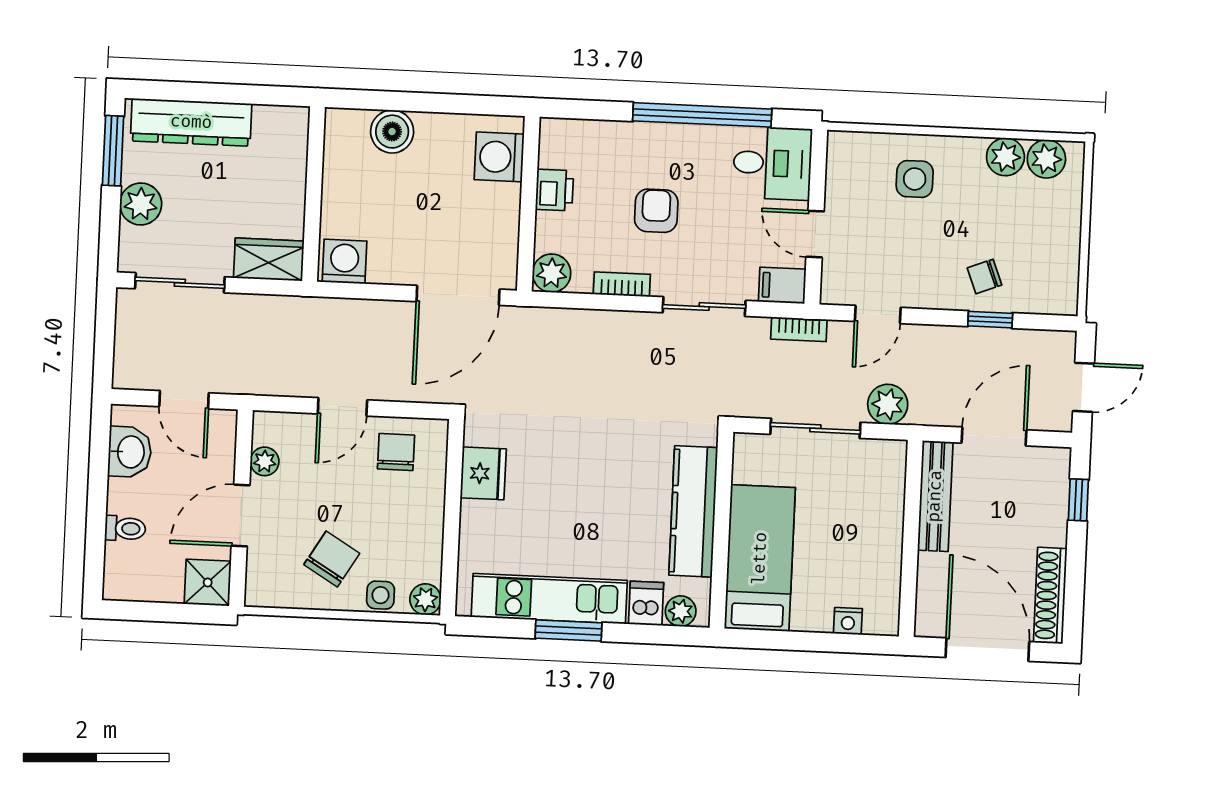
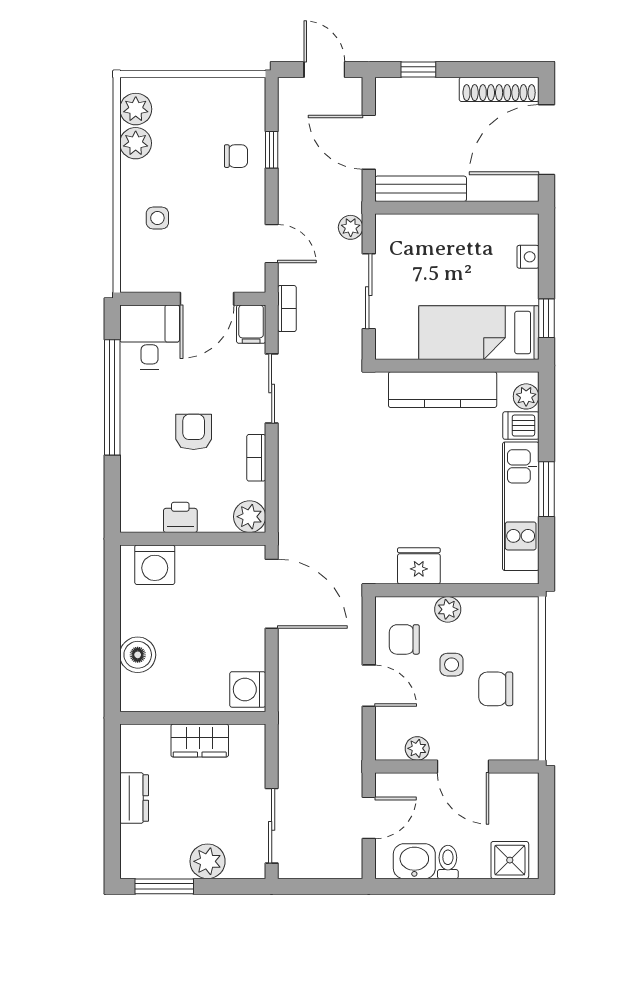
dresser: (191, 122) -> (134, 798), width x0.51, depth x0.80
side table: (915, 179) -> (157, 218), width x0.73, depth x0.73
armchair: (656, 211) -> (194, 432), turned 90
door: (815, 234) -> (207, 299), width x1.38
wardrobe: (269, 260) -> (200, 741), moved, turned -90
chair: (985, 276) -> (236, 156), turned -69
plant: (888, 404) -> (351, 227), width x0.73, depth x0.73
toilet: (125, 529) -> (448, 862), moved
chair: (332, 559) -> (496, 689), turned -31
shower: (208, 582) -> (510, 860), moved
side table: (381, 595) -> (452, 665), moved
plant: (425, 599) -> (448, 609), moved
window: (773, 640) -> (546, 318), added

